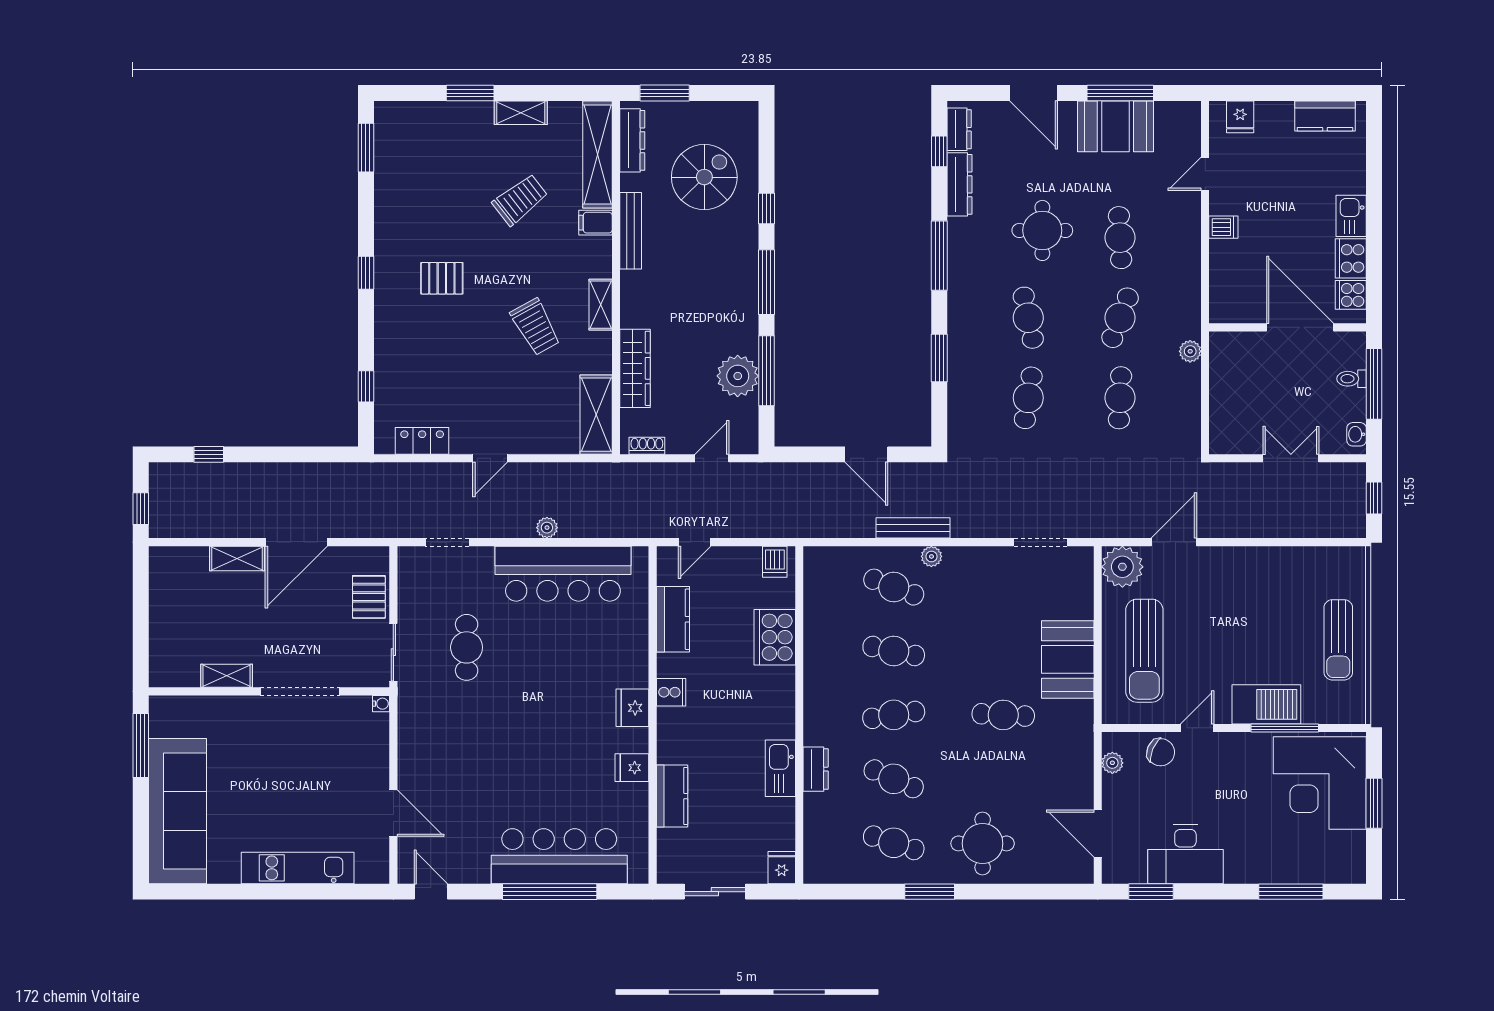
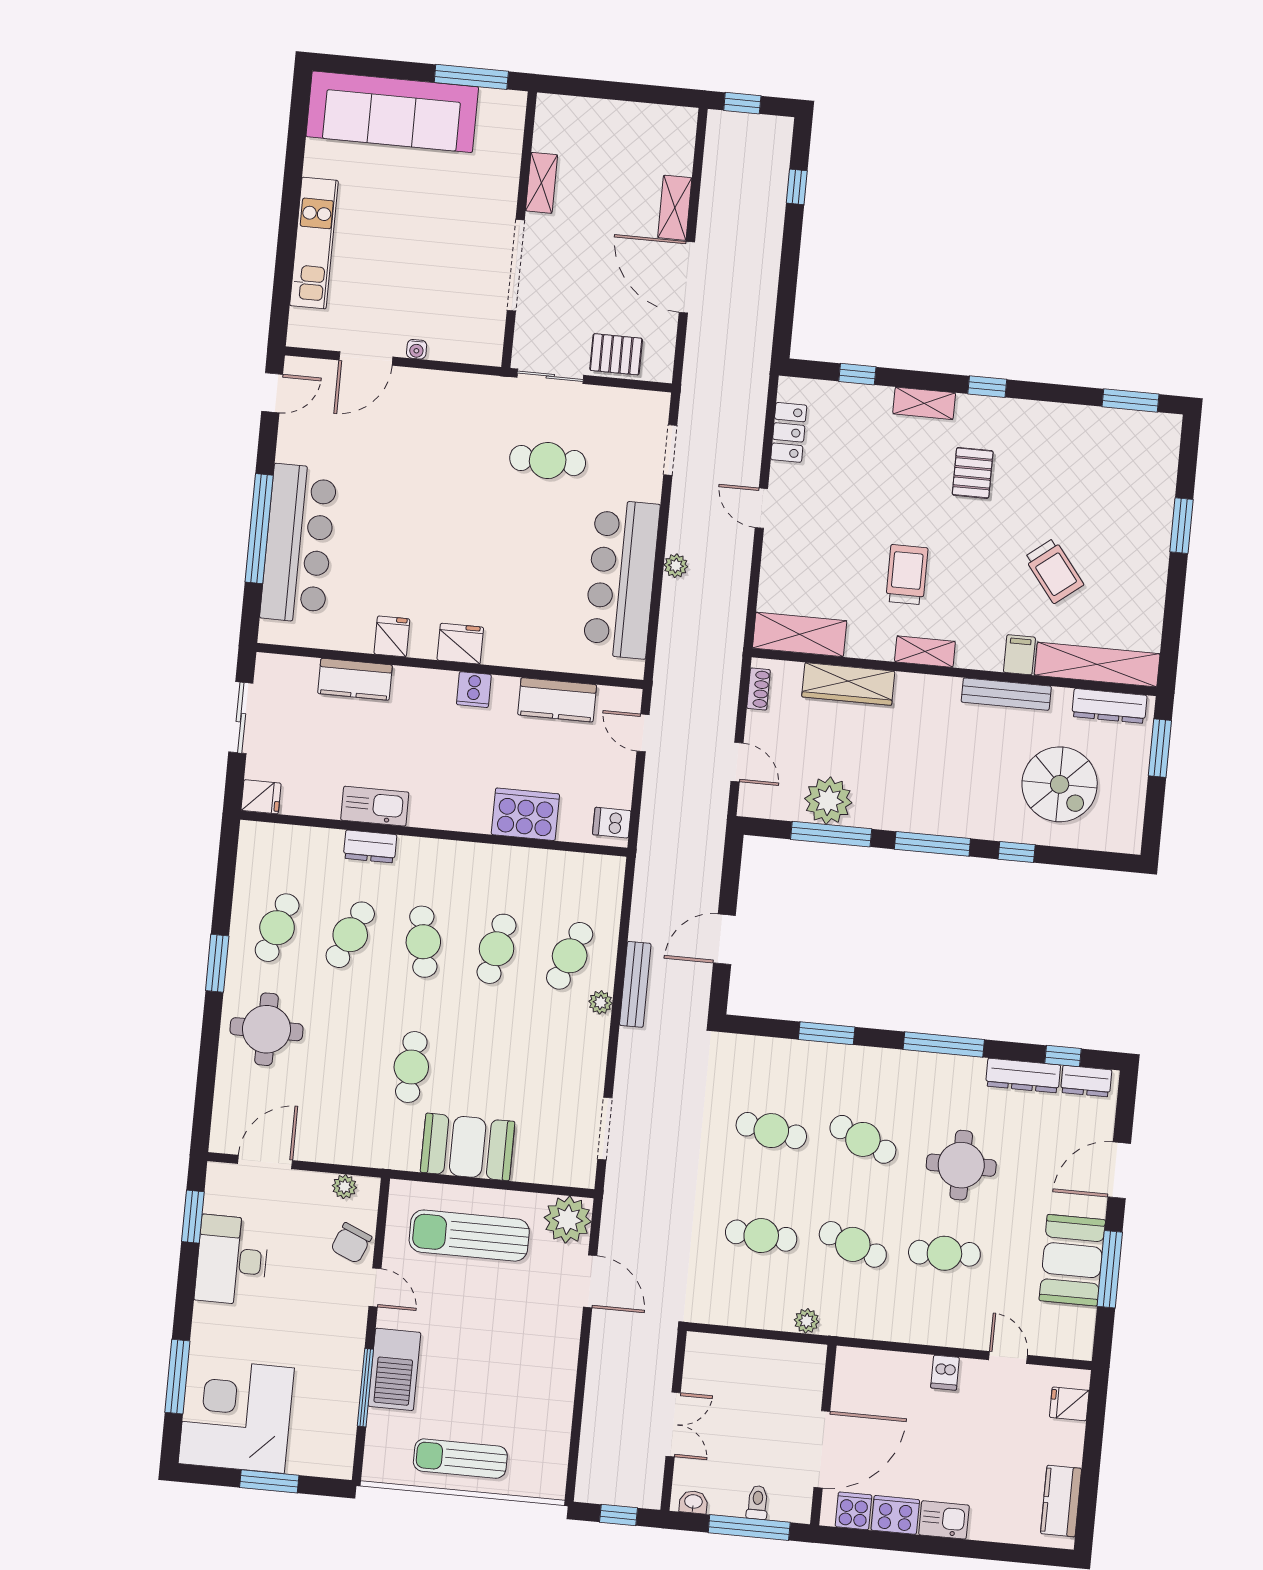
shelving: (521, 113) -> (924, 403), moved, turned 90
cafe table: (1028, 318) -> (863, 1139), turned 36
trolley: (535, 327) -> (907, 575), turned 119
water cooler: (381, 704) -> (417, 349), moved
corner desk: (1320, 783) -> (236, 1416), moved

